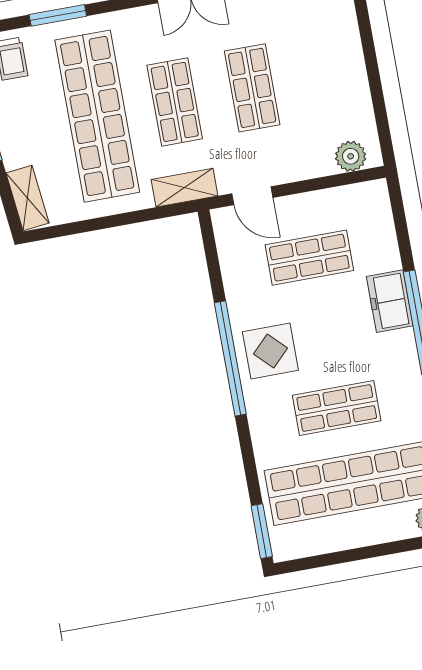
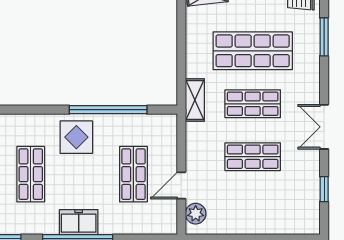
shop shelf: (97, 116) -> (253, 51), width x0.71
door: (252, 196) -> (181, 185), moved
freezer: (390, 301) -> (79, 222), moved
window: (230, 358) -> (108, 110), moved

